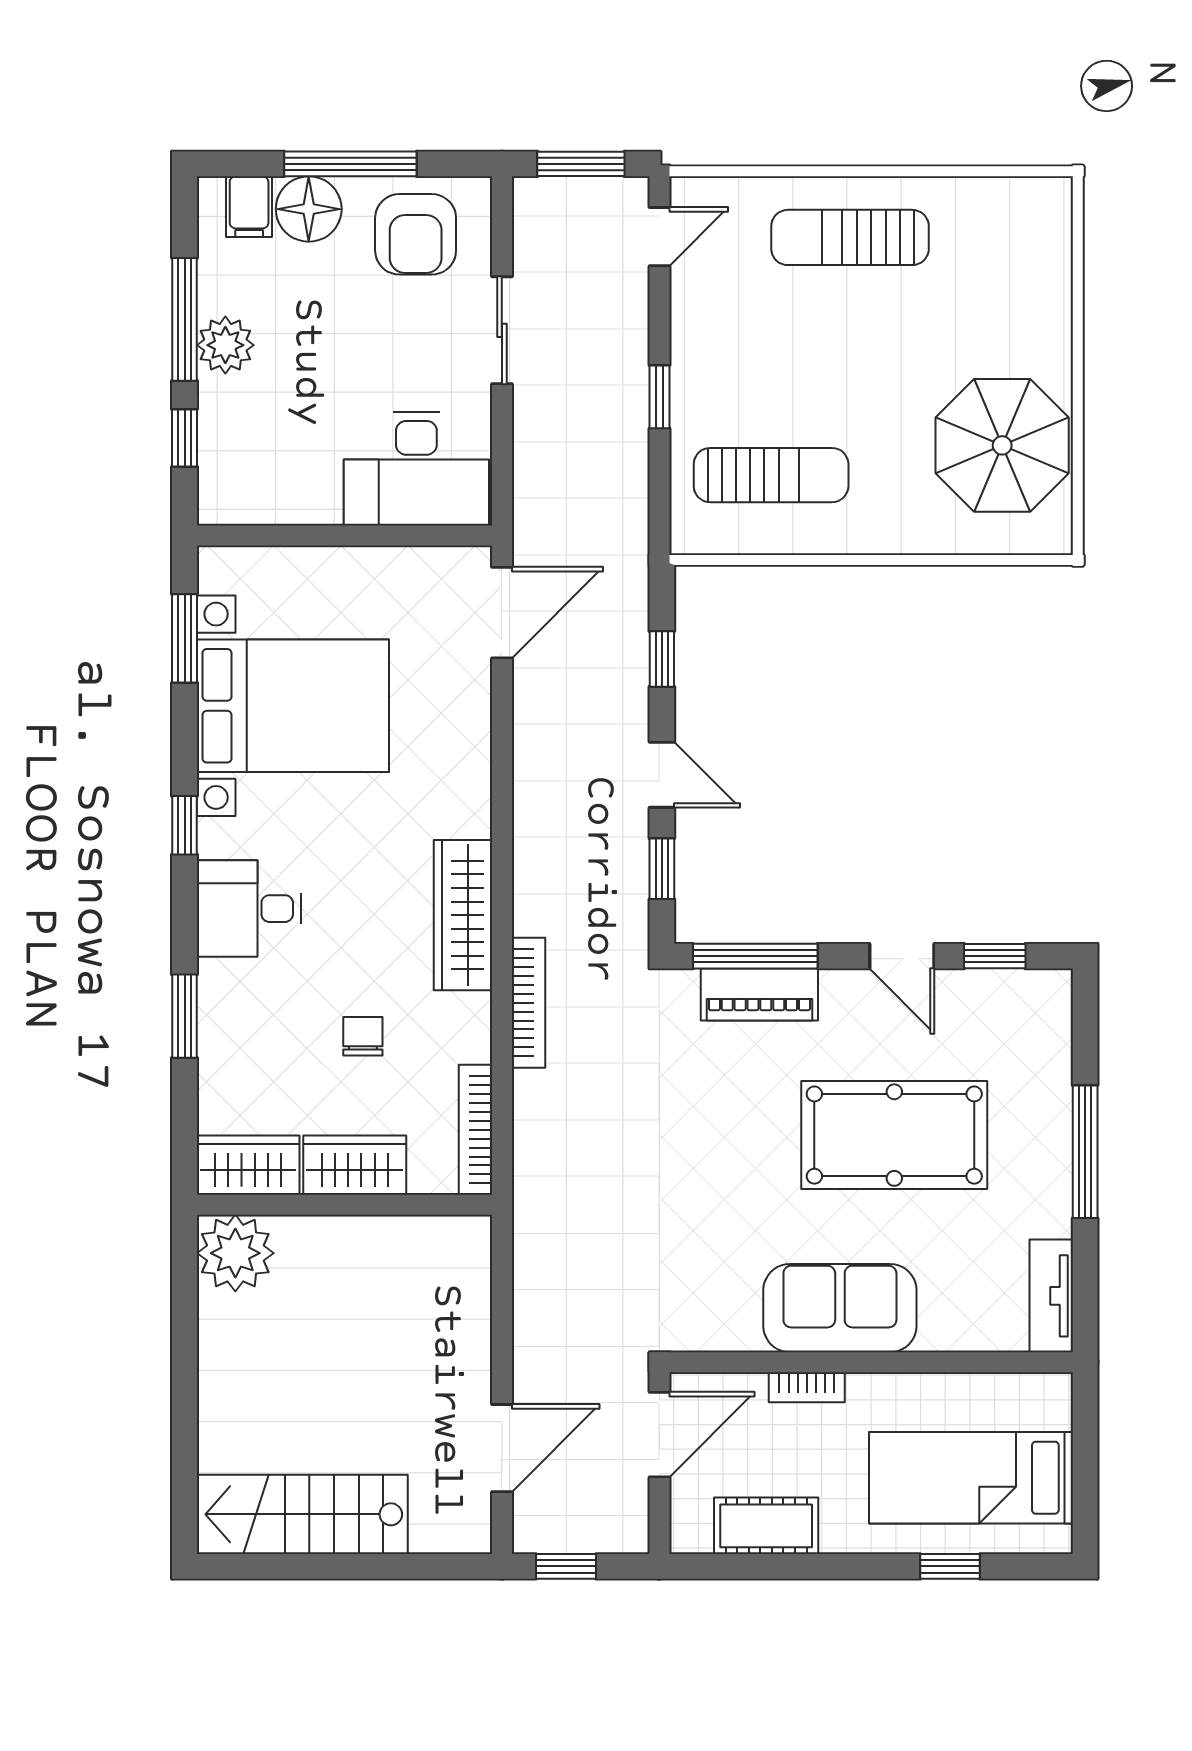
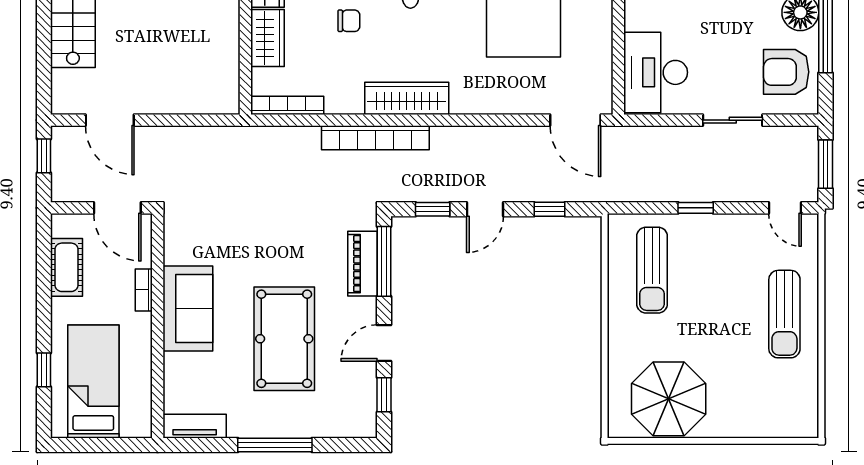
sun lounger: (850, 237) -> (784, 314), turned 180
bookcase: (528, 1003) -> (375, 138), width x1.48, depth x1.31
chair: (363, 1036) -> (349, 21), moved

